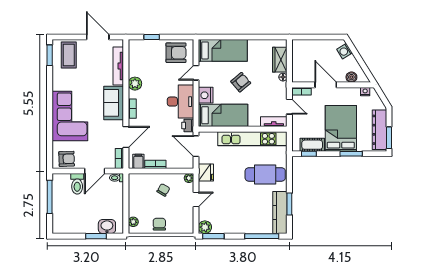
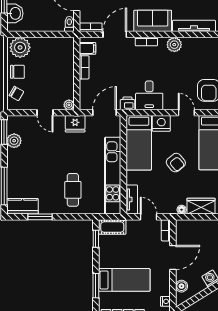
desk: (180, 102) -> (149, 95), width x0.73
door: (289, 107) -> (149, 217), swing flipped
bed: (341, 128) -> (124, 280), width x0.67
door: (126, 137) -> (115, 34), swing flipped
cot: (312, 145) -> (112, 227), moved, turned 90
cafe table: (265, 174) -> (73, 190), width x0.73, depth x0.74
chair: (163, 190) -> (16, 93), moved
kitchen counter: (280, 213) -> (23, 206), width x0.67
plant: (133, 222) -> (20, 47), width x1.88, depth x1.88
plant: (205, 227) -> (14, 141), moved

